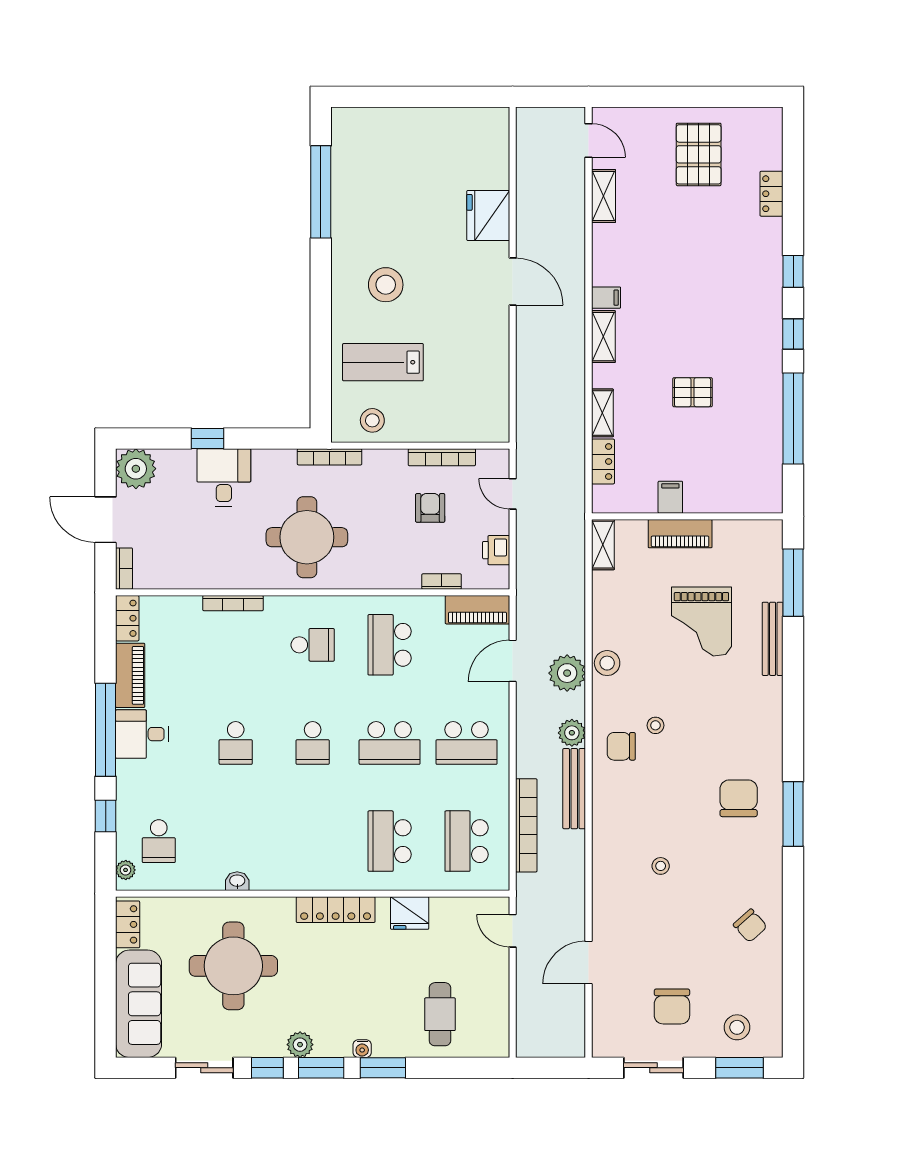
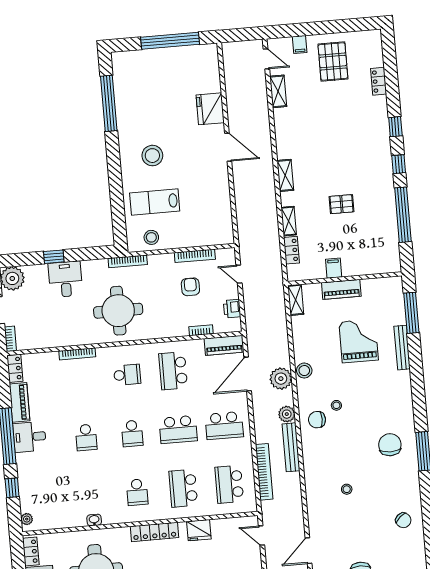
window: (431, 97) -> (170, 41), added
filing cabinet: (606, 298) -> (300, 44), moved, turned 90
grand piano: (701, 622) -> (359, 341), turned 180
door: (513, 661) -> (248, 374), width x1.36
school desk: (159, 841) -> (137, 492), moved

